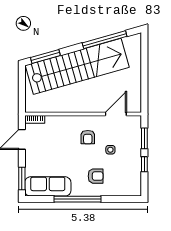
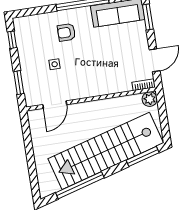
plant: (31, 106) -> (150, 99), added
armchair: (88, 137) -> (82, 74), removed
window: (144, 164) -> (12, 40), moved

